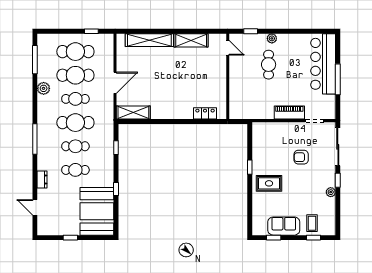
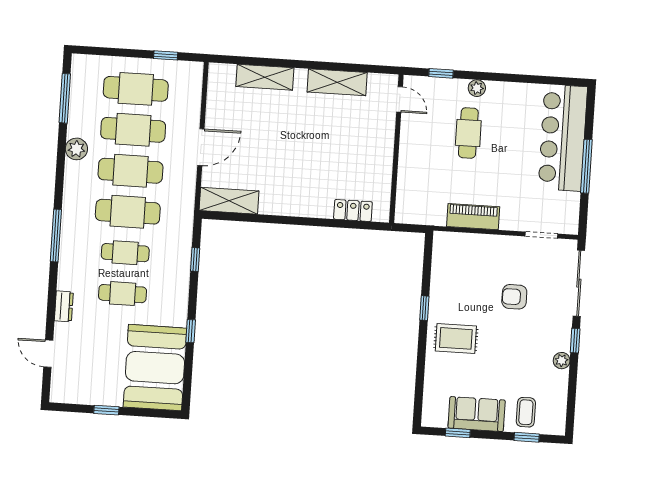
shelving: (149, 40) -> (265, 77), width x0.68
cafe table: (75, 99) -> (130, 171), width x1.37, depth x1.35
piano: (289, 113) -> (473, 217), moved

